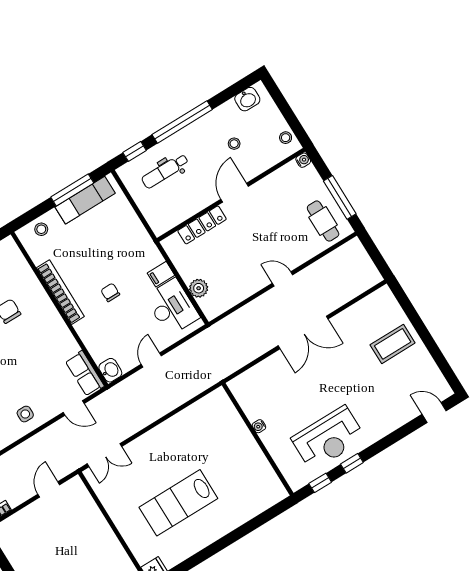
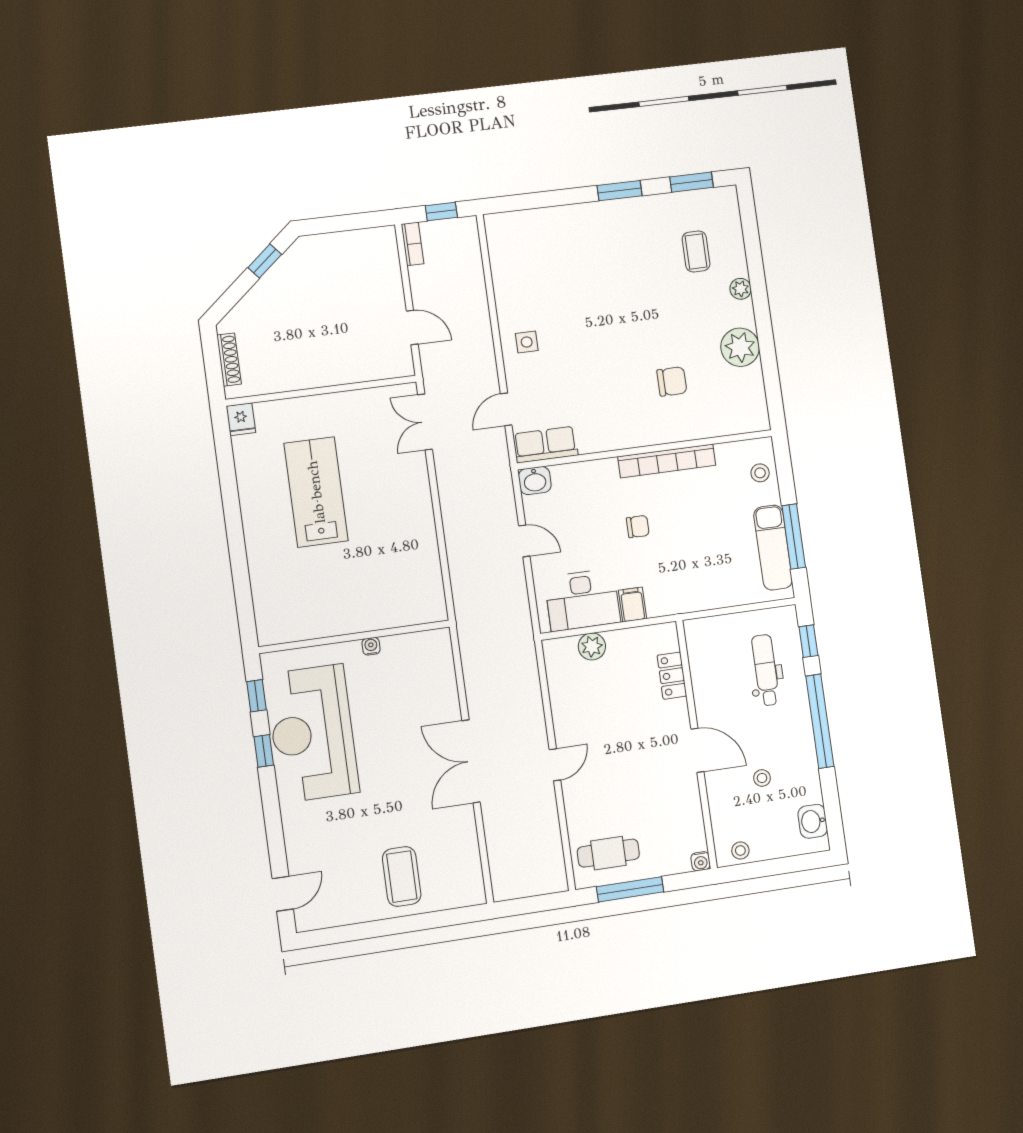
locker: (202, 225) -> (672, 676), width x0.66
reception desk: (328, 438) -> (312, 733), width x1.36, depth x1.30

